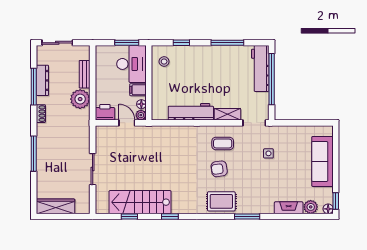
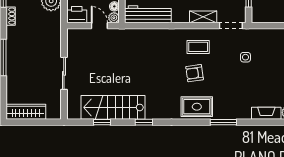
workbench: (191, 112) -> (148, 14), moved

